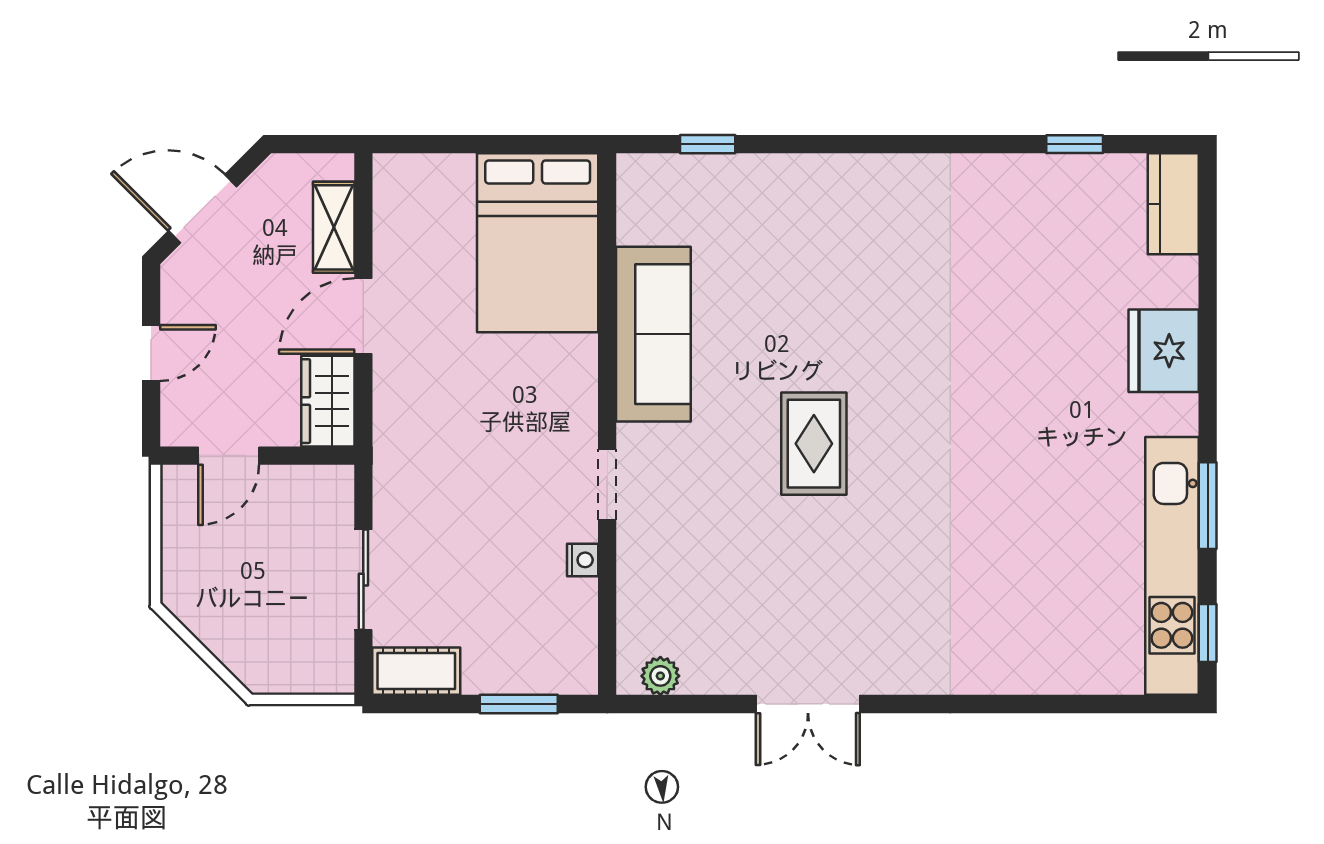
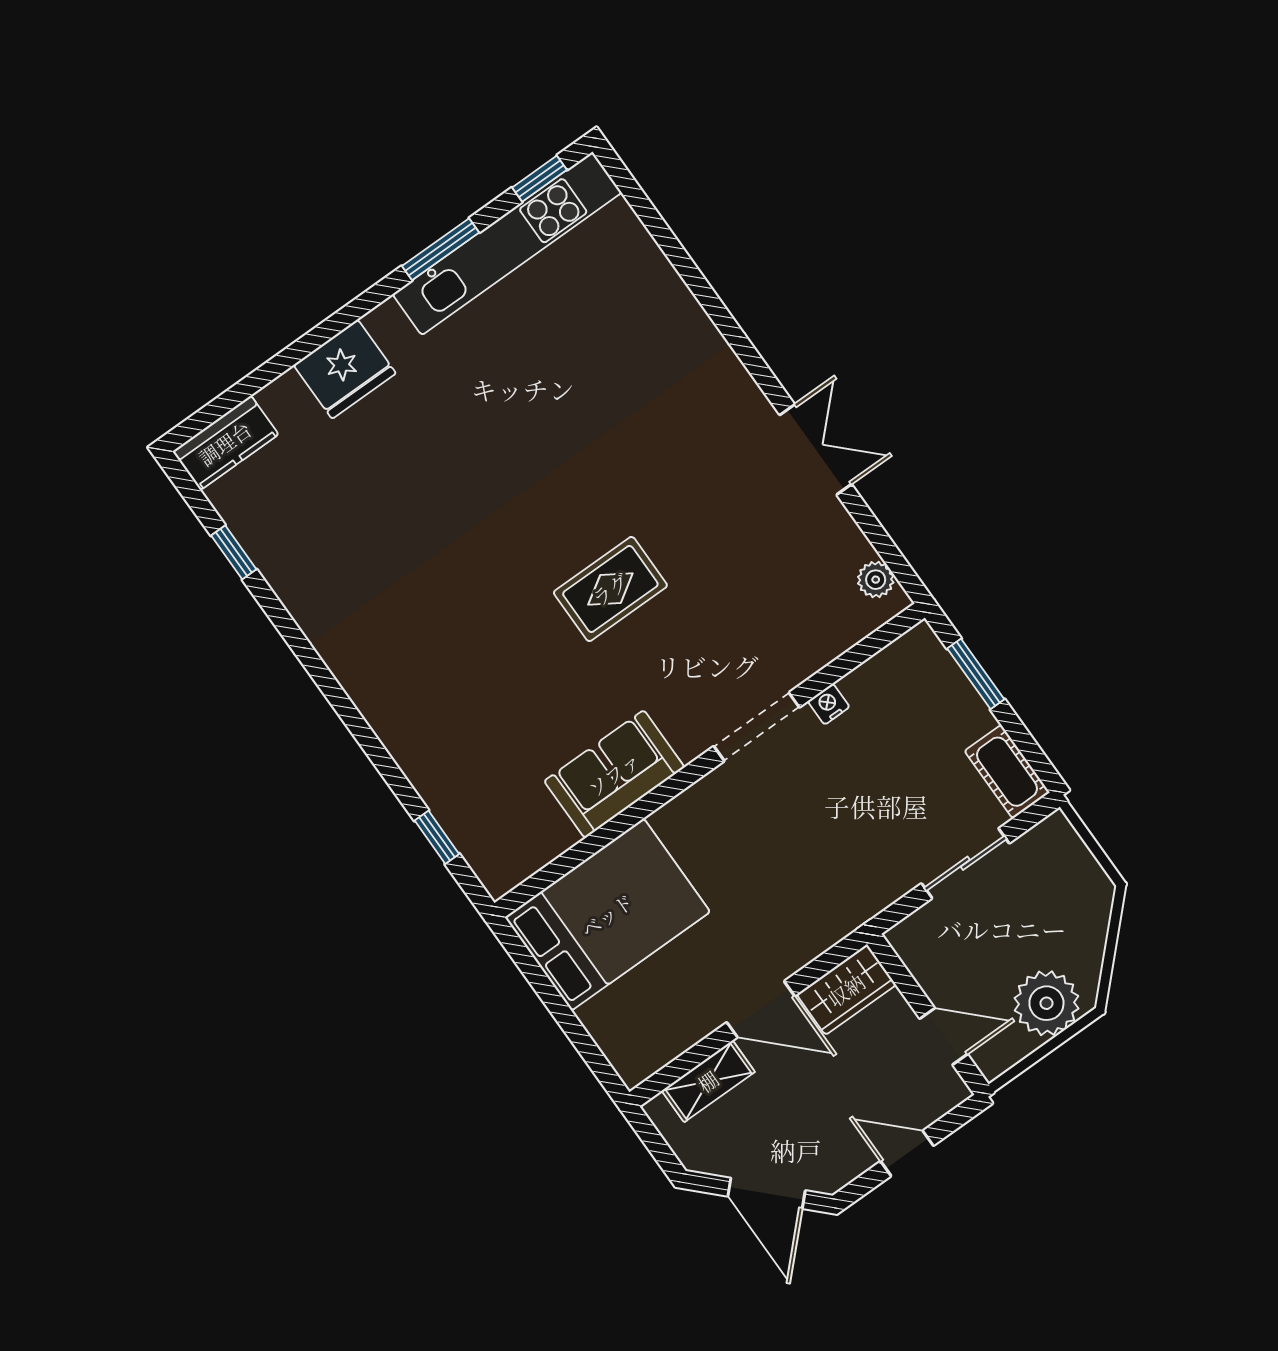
sofa: (653, 334) -> (614, 774), width x0.73
doorway: (607, 485) -> (757, 727), width x1.38
plant: (194, 564) -> (1046, 1003), added

